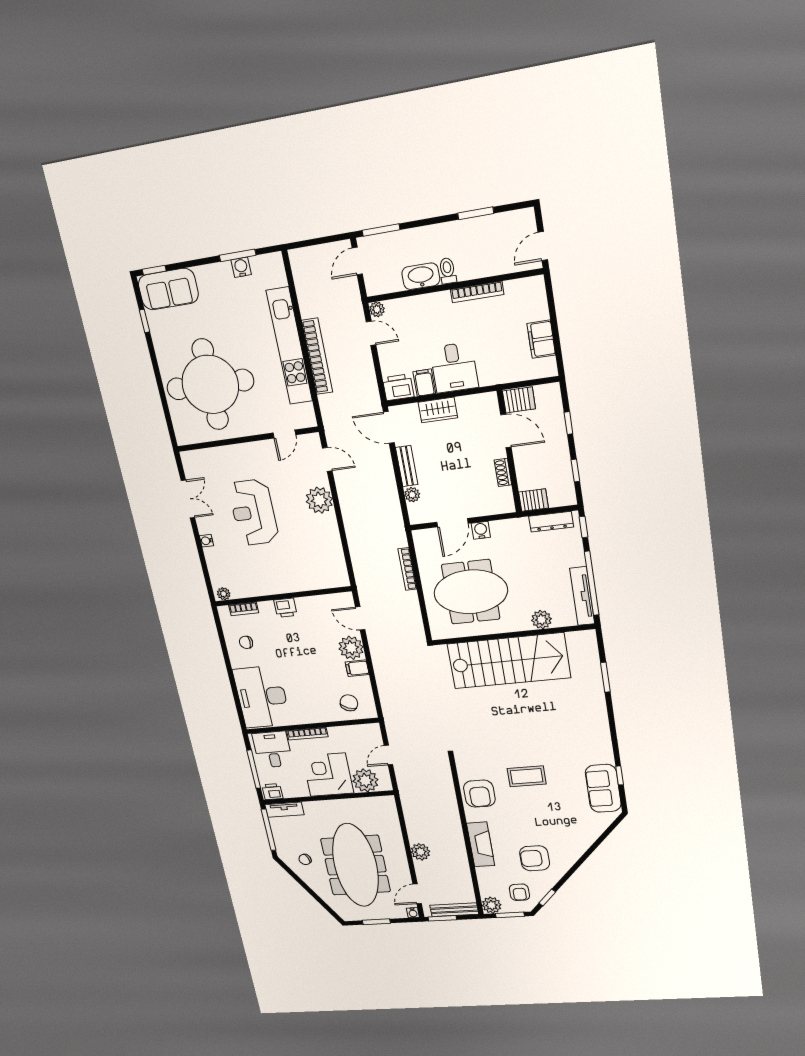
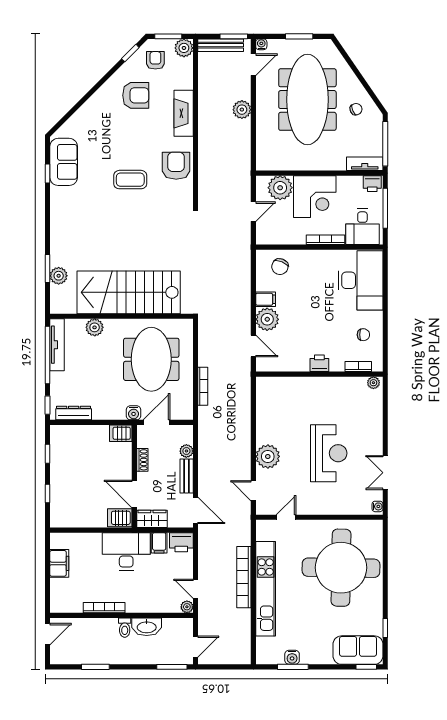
desk: (454, 368) -> (126, 551), width x1.37
server rack: (519, 400) -> (120, 518), moved
door: (506, 431) -> (134, 494), moved
wall: (509, 452) -> (134, 476), moved
shoe rack: (503, 472) -> (142, 460), moved
server rack: (533, 500) -> (121, 433), moved
water cooler: (207, 541) -> (377, 506), moved
meeting table: (471, 592) -> (151, 359), turned 90
plant: (591, 671) -> (59, 276), added

